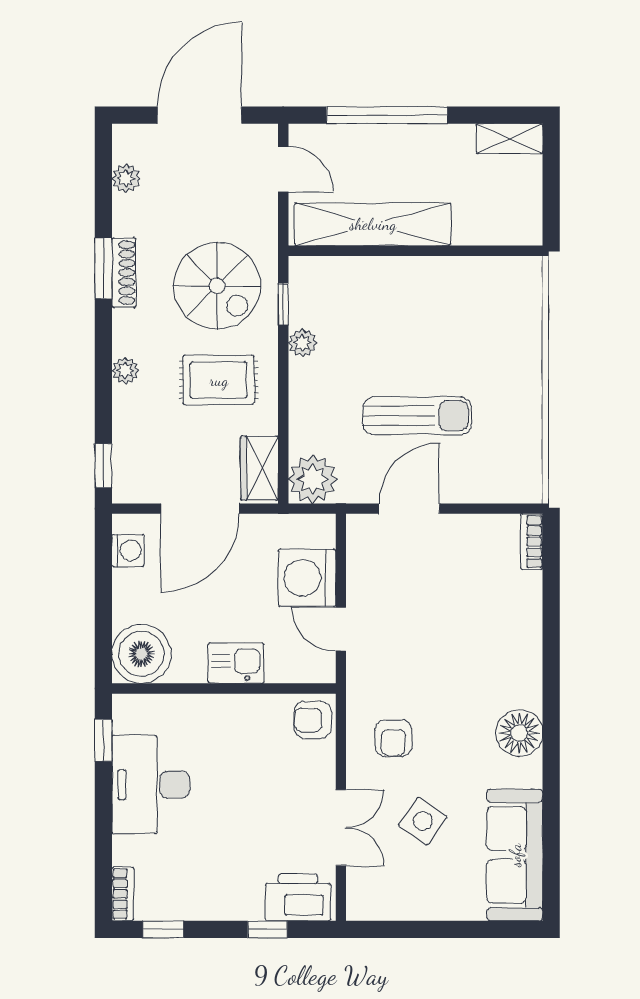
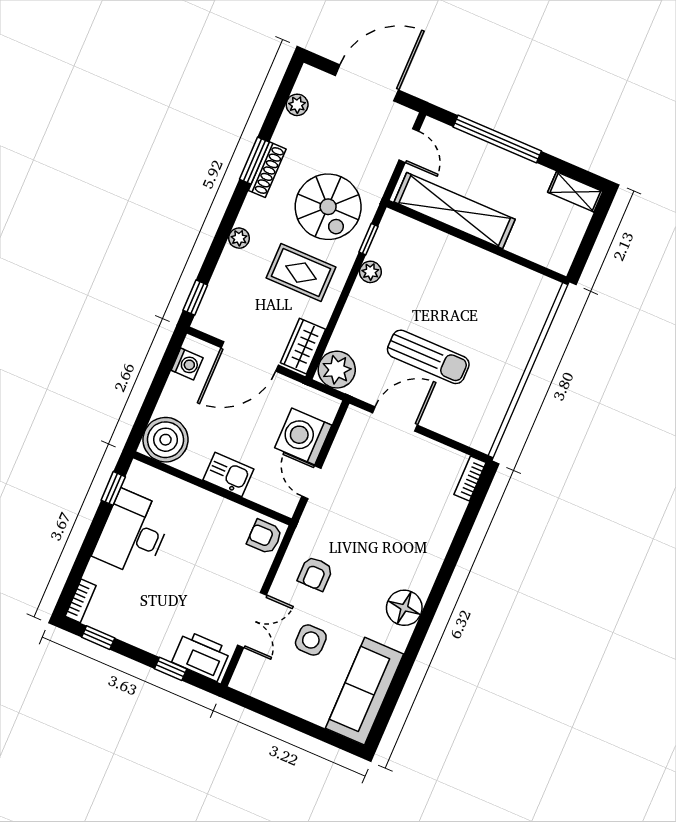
side table: (423, 821) -> (311, 640), turned -35

